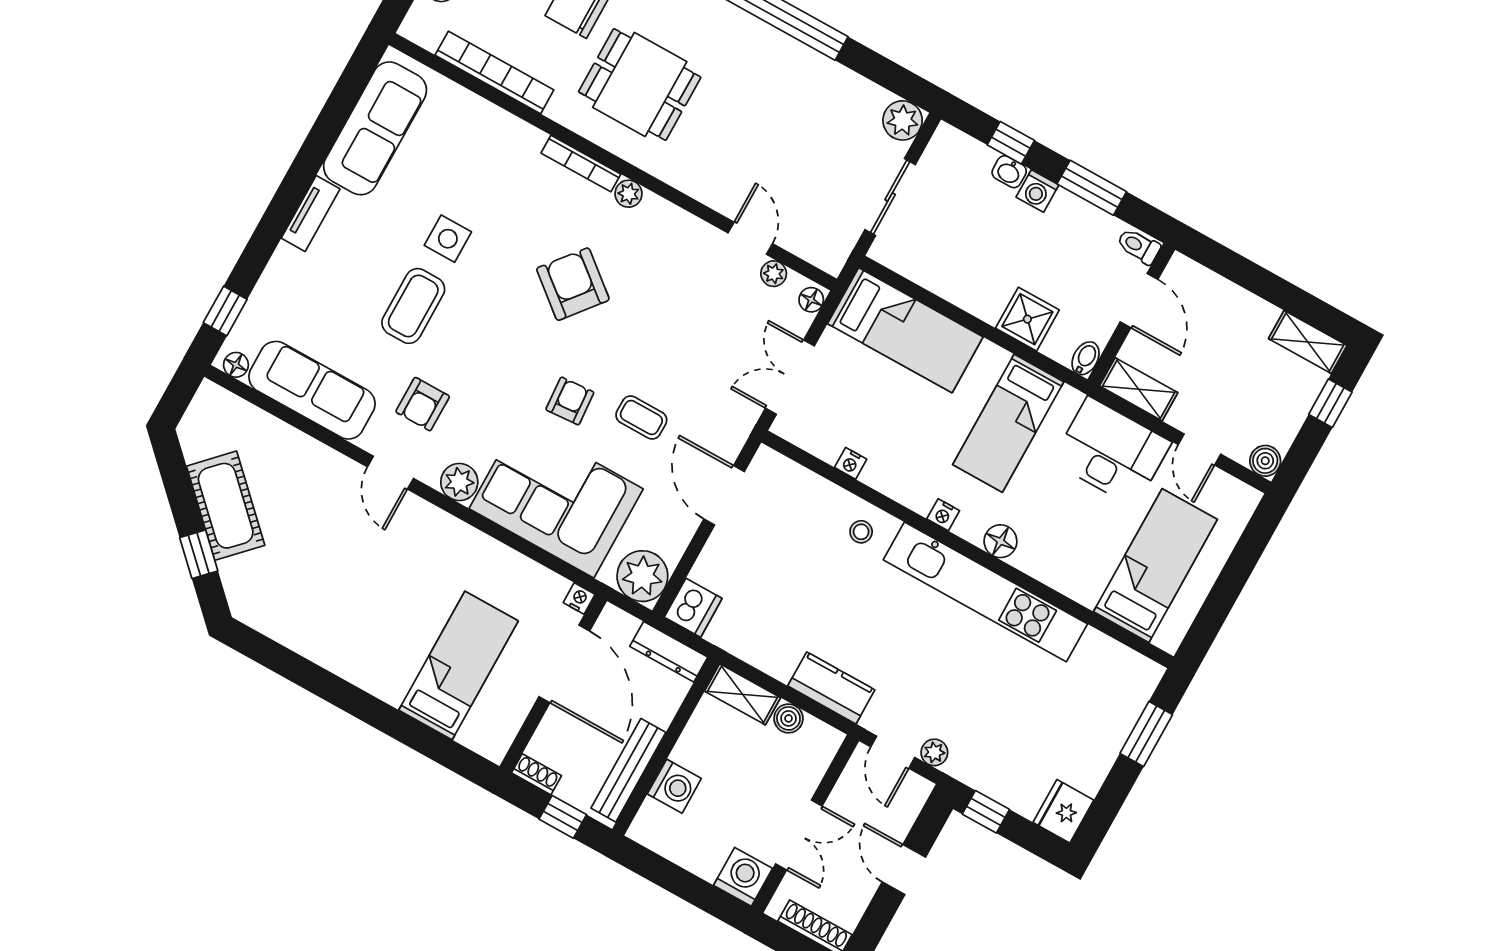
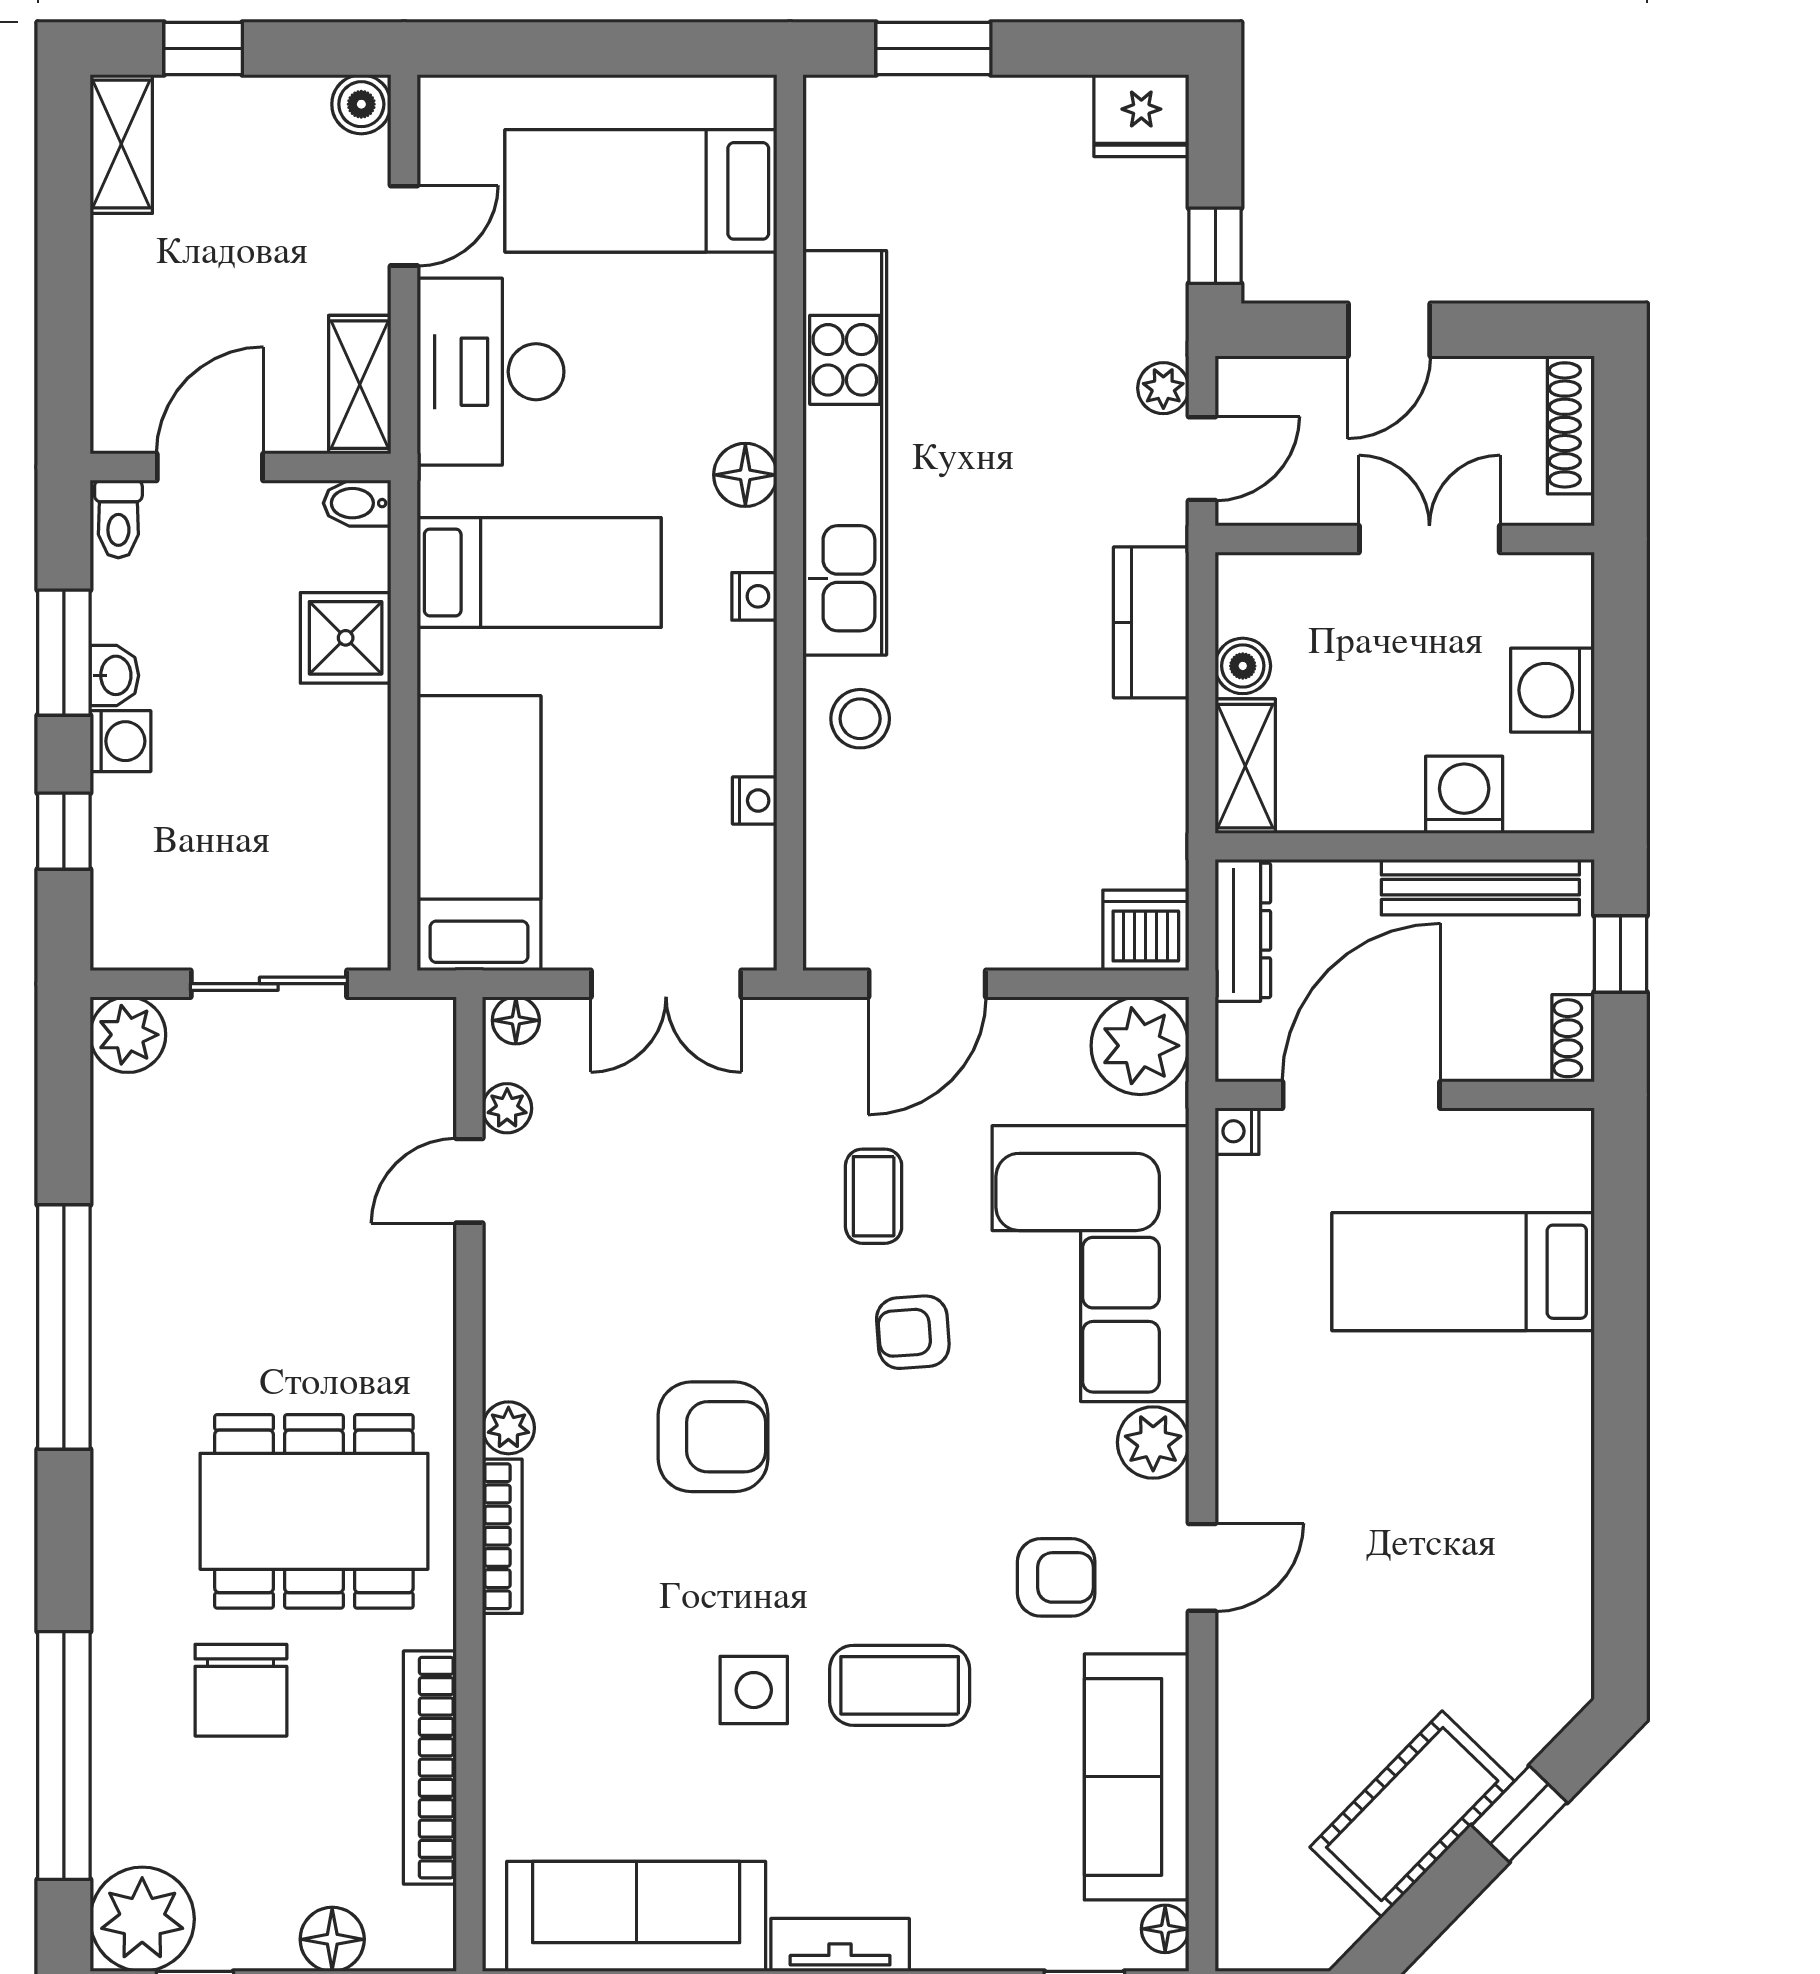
dining table: (640, 85) -> (314, 1511), width x1.38
washbasin: (1009, 172) -> (114, 675), moved
armchair: (573, 284) -> (713, 1437), turned -129
stool: (861, 532) -> (860, 719), width x1.37, depth x1.37
washing machine: (743, 877) -> (1552, 690), moved

